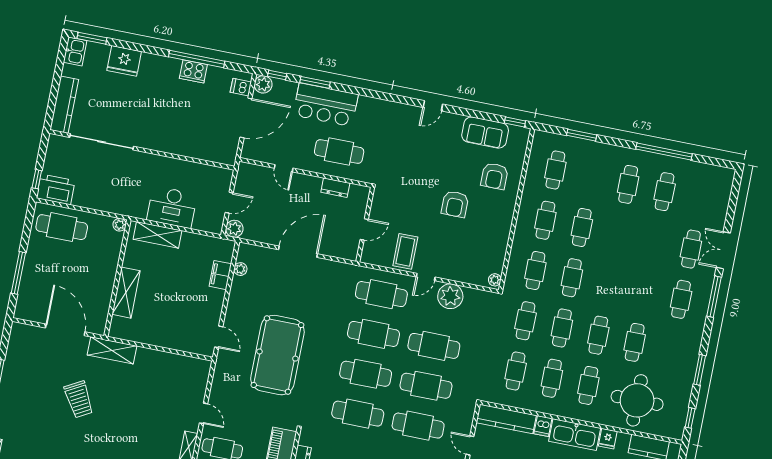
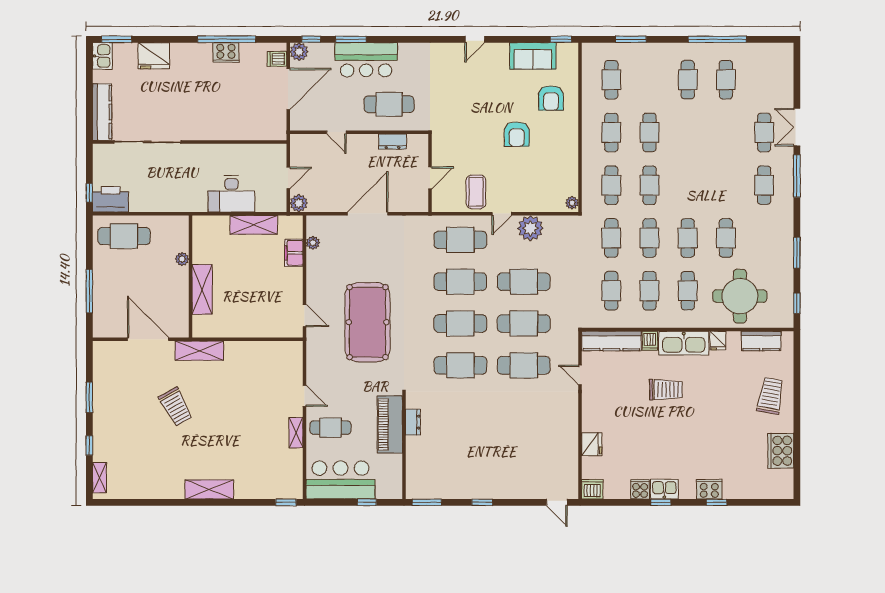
plant: (120, 225) -> (182, 259), moved
shelving: (158, 235) -> (254, 225), moved

